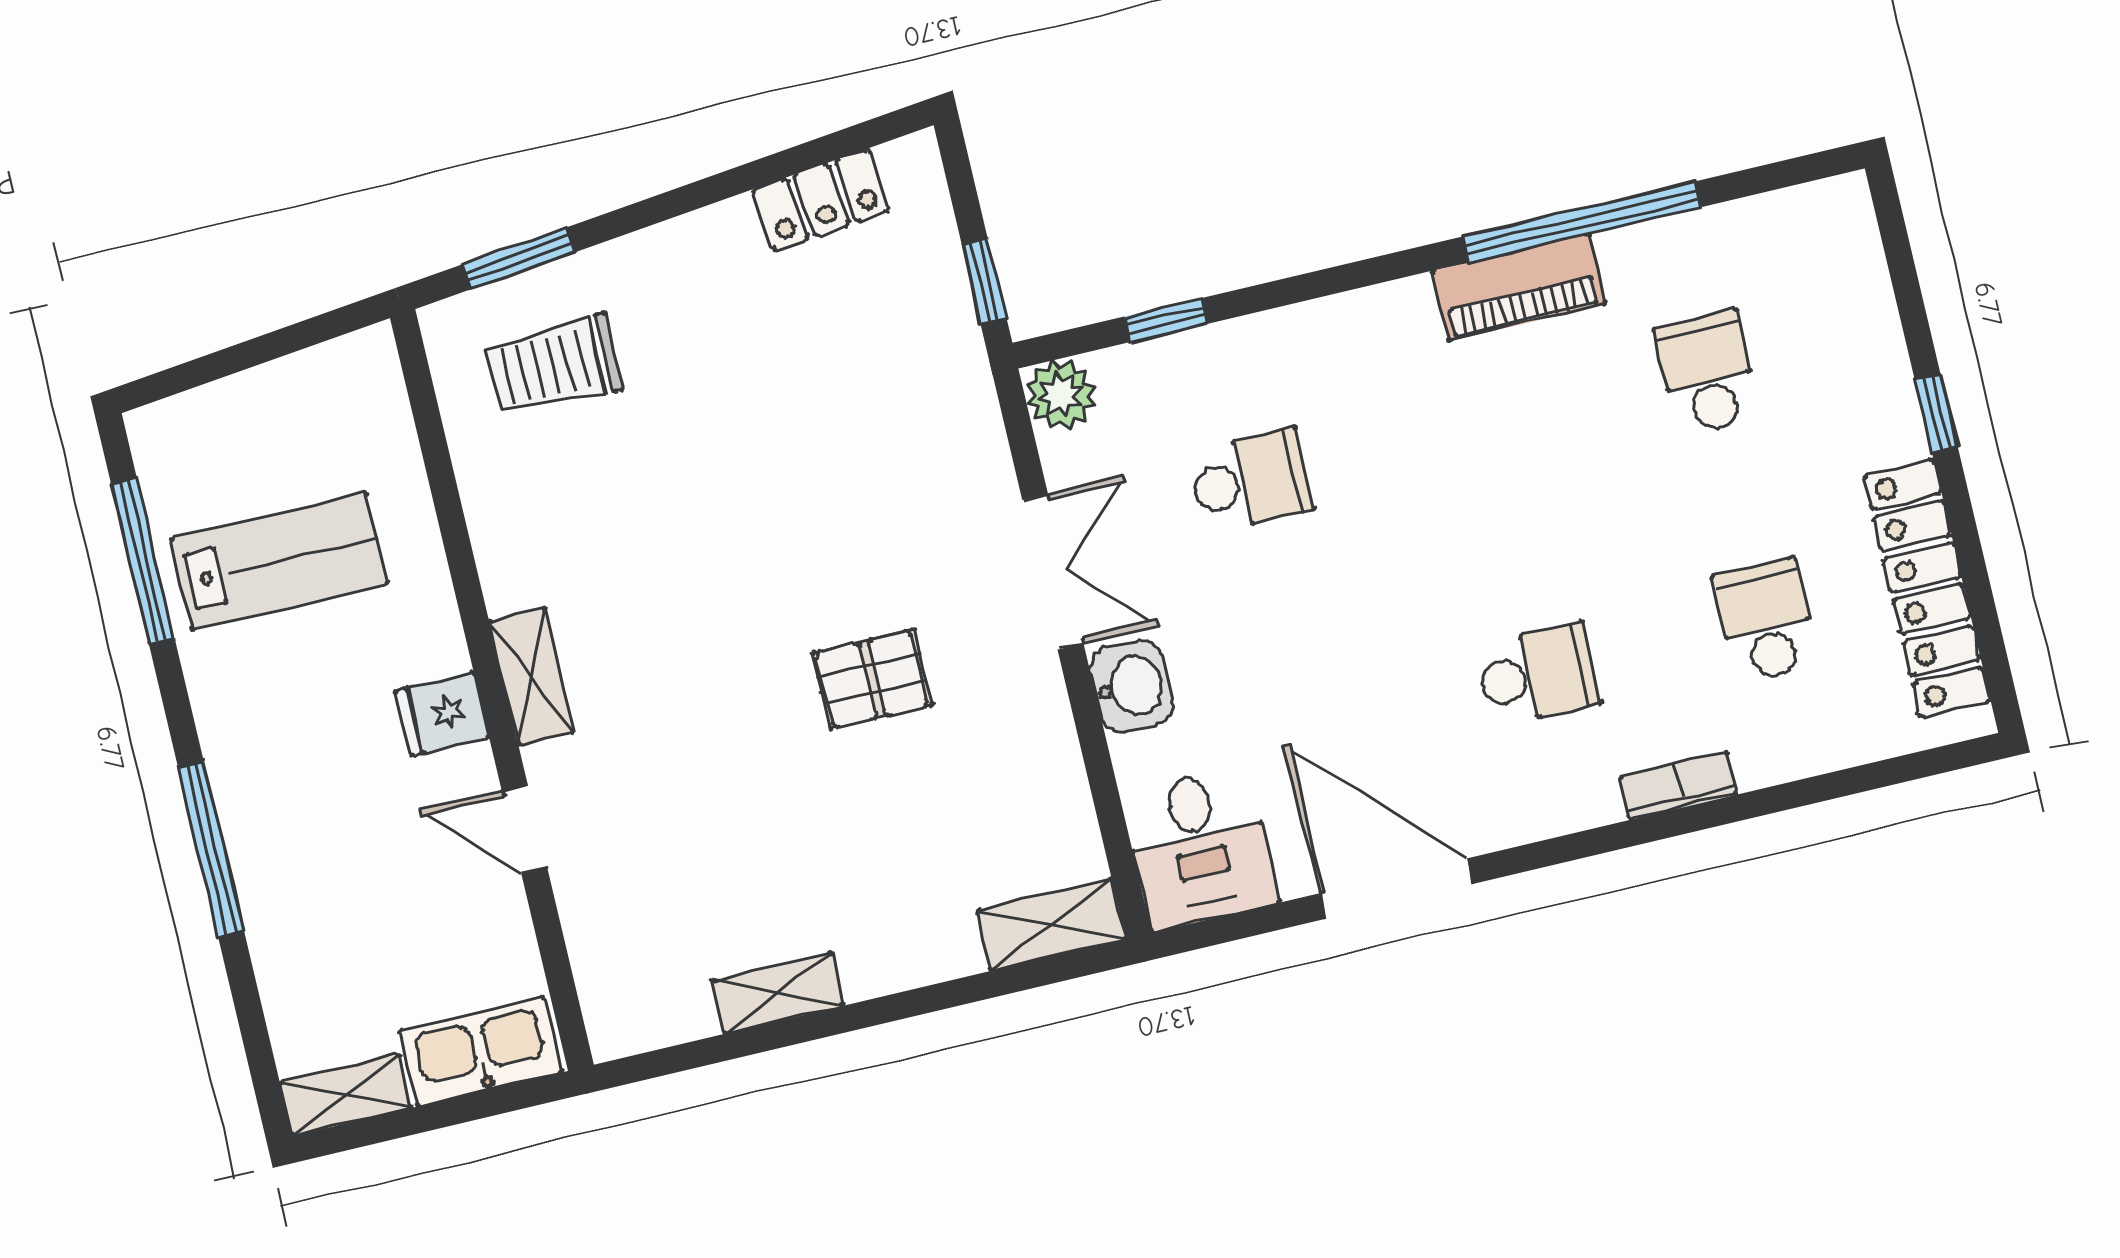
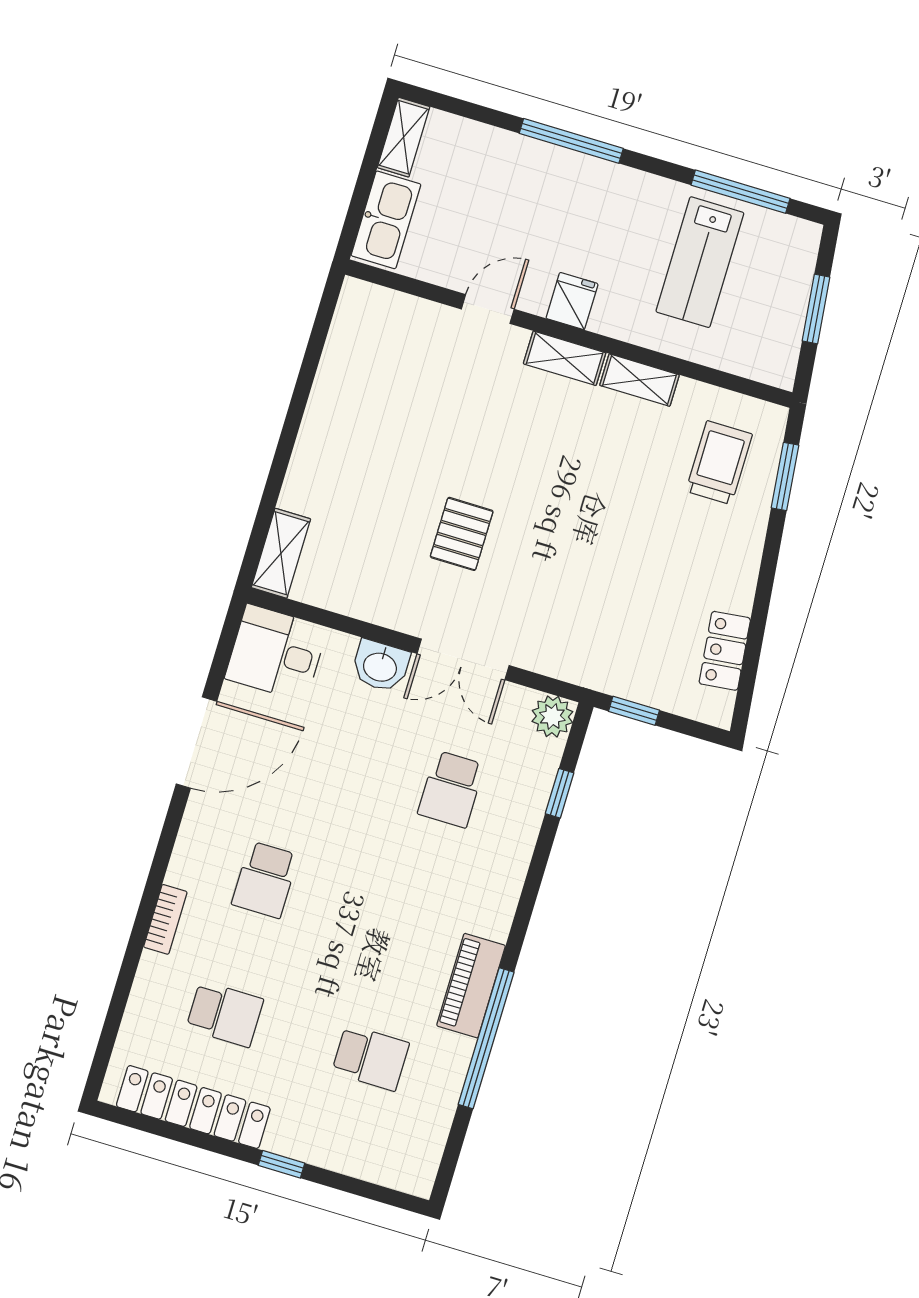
window: (250, 354) -> (816, 309), added
shelving: (778, 993) -> (639, 380), moved, turned 90

